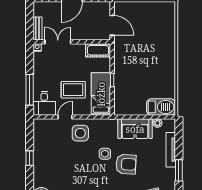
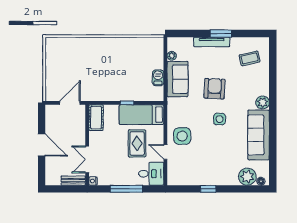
window: (30, 90) -> (126, 189), moved
barbecue: (161, 107) -> (158, 78), moved, width x0.53, depth x0.65
tv unit: (171, 150) -> (212, 42), moved
side table: (105, 154) -> (220, 119), moved

